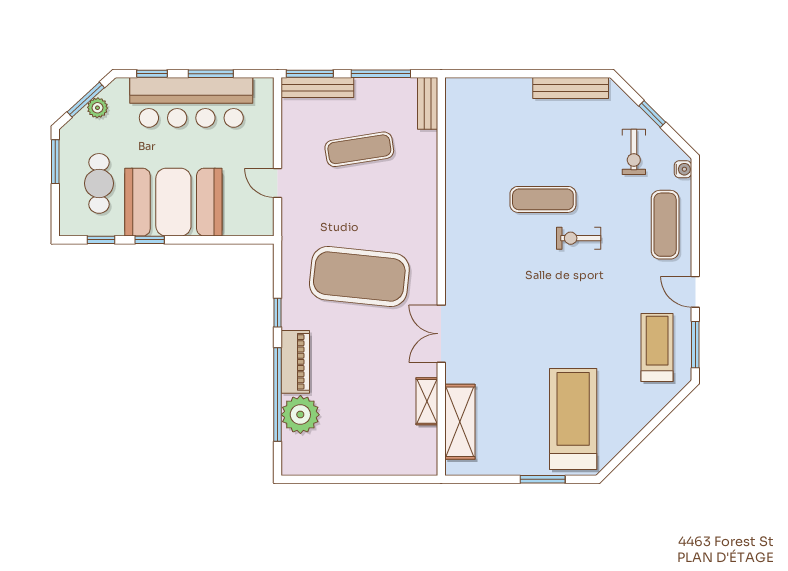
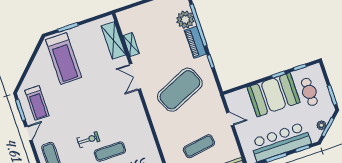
exercise mat: (359, 276) -> (180, 90), turned -30
door: (695, 292) -> (28, 133), hinge flipped
double door: (441, 334) -> (135, 77), swing flipped

